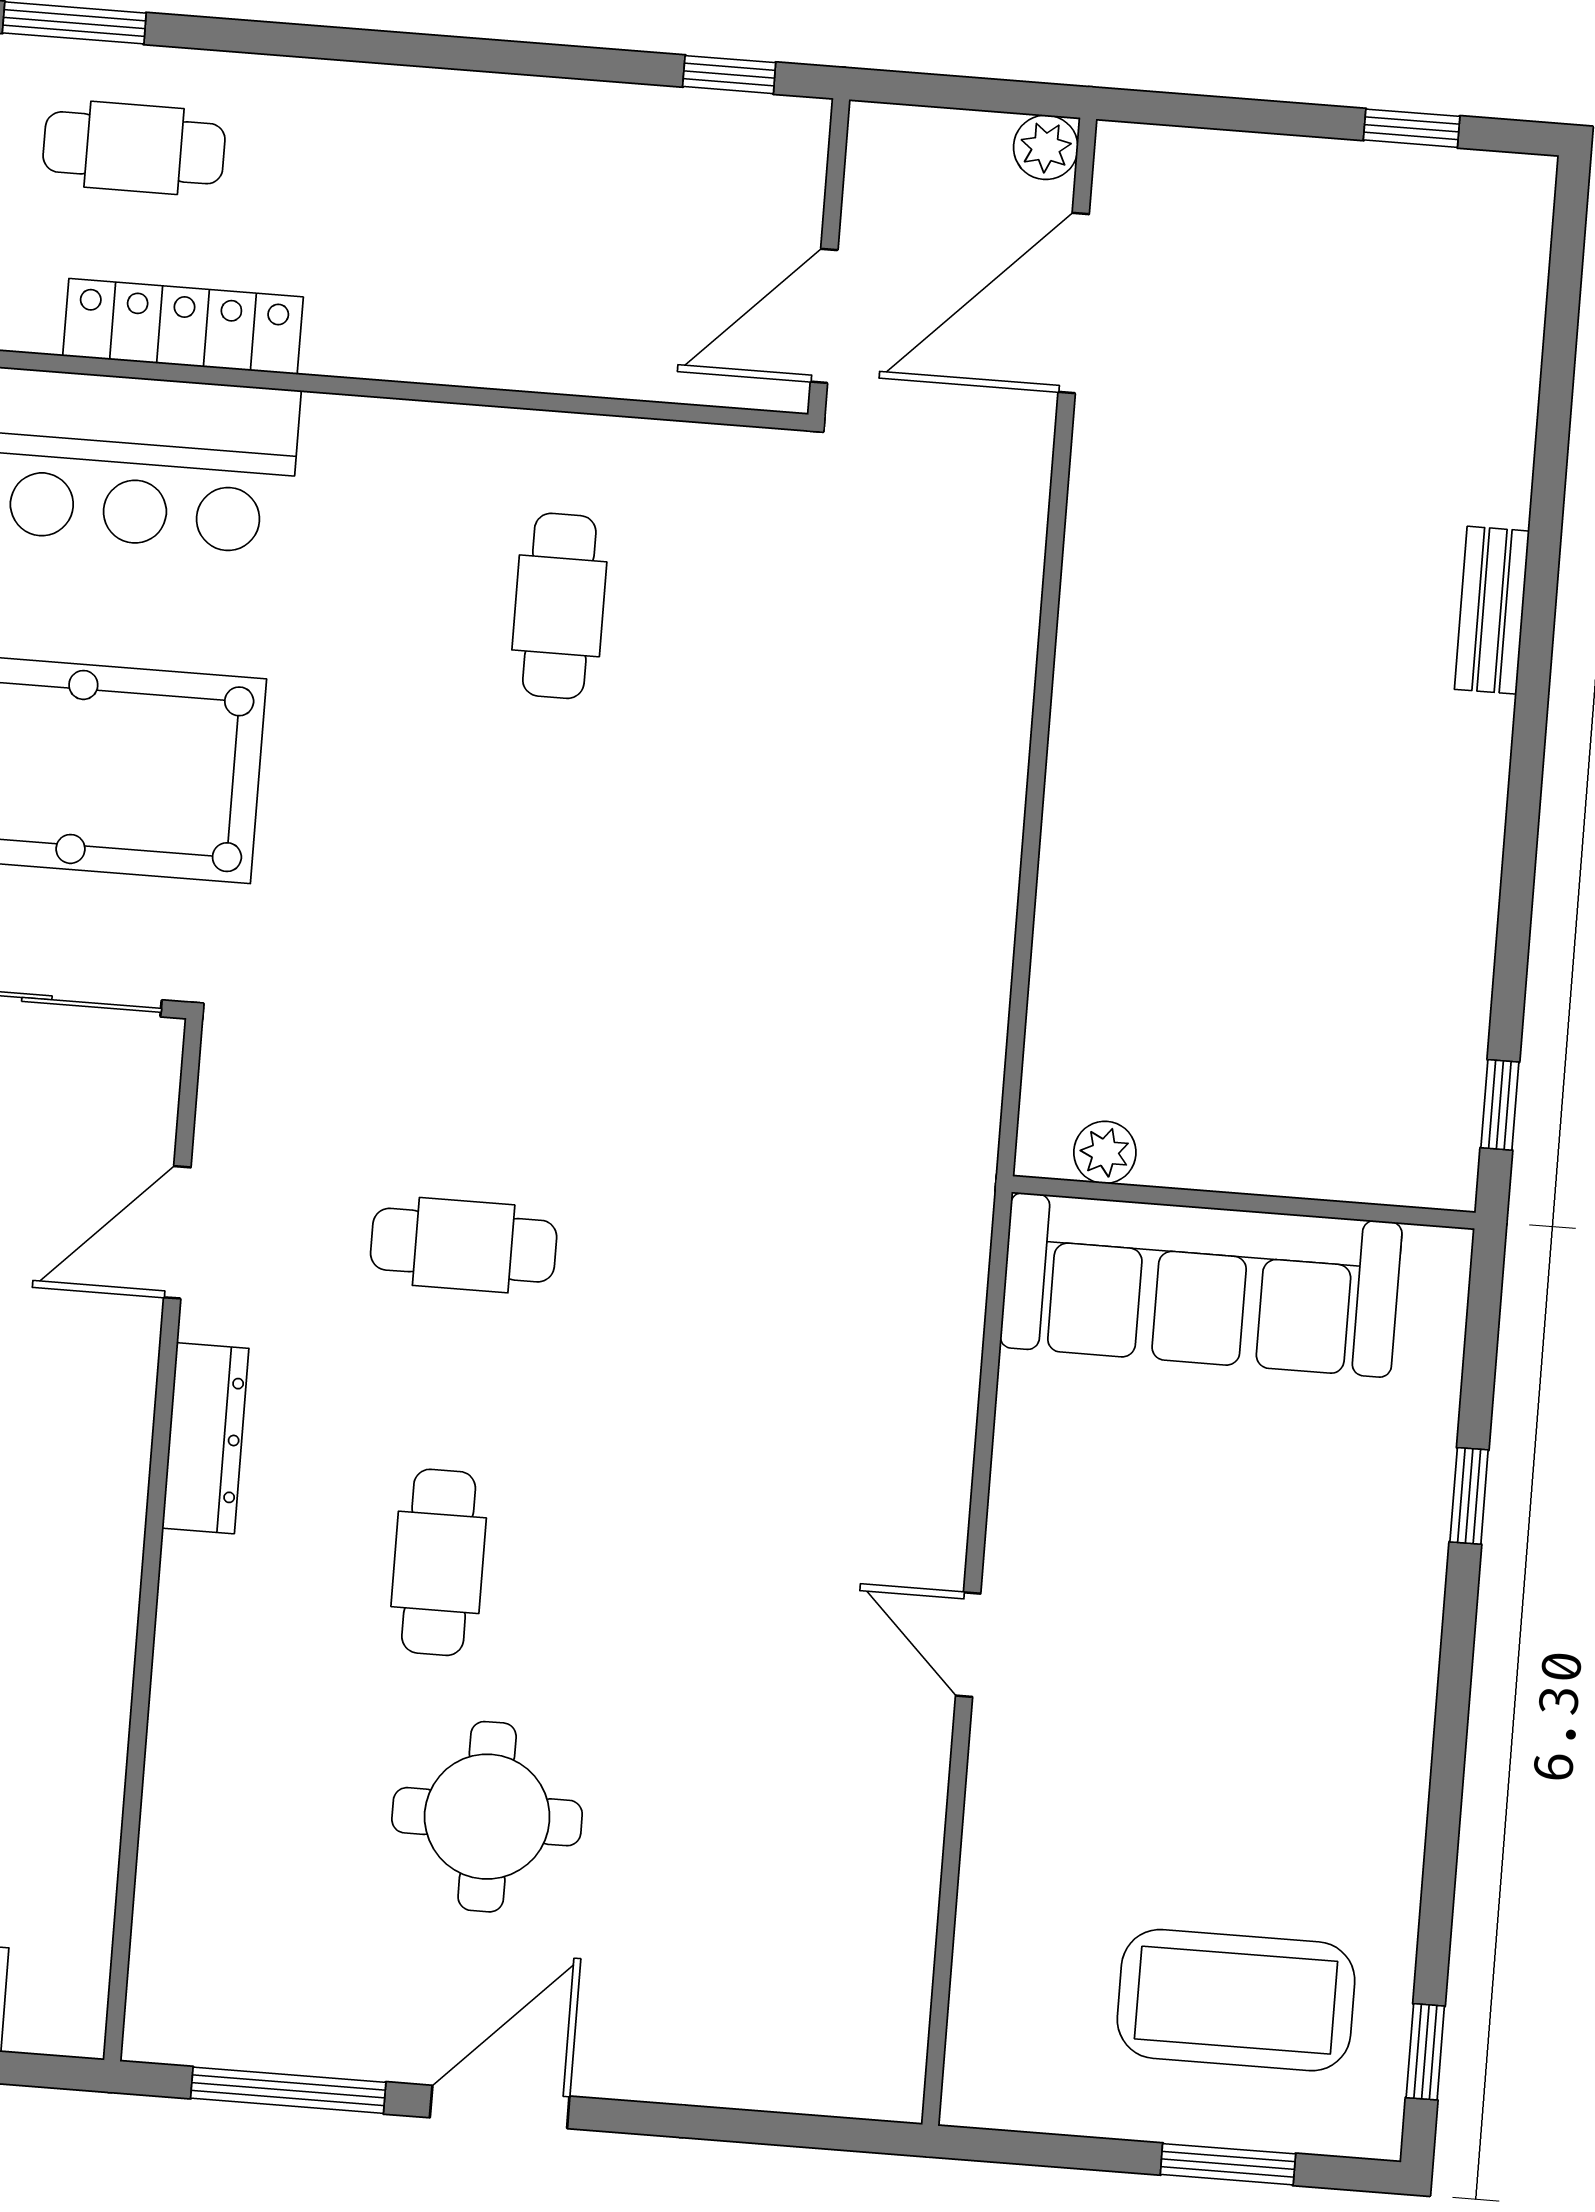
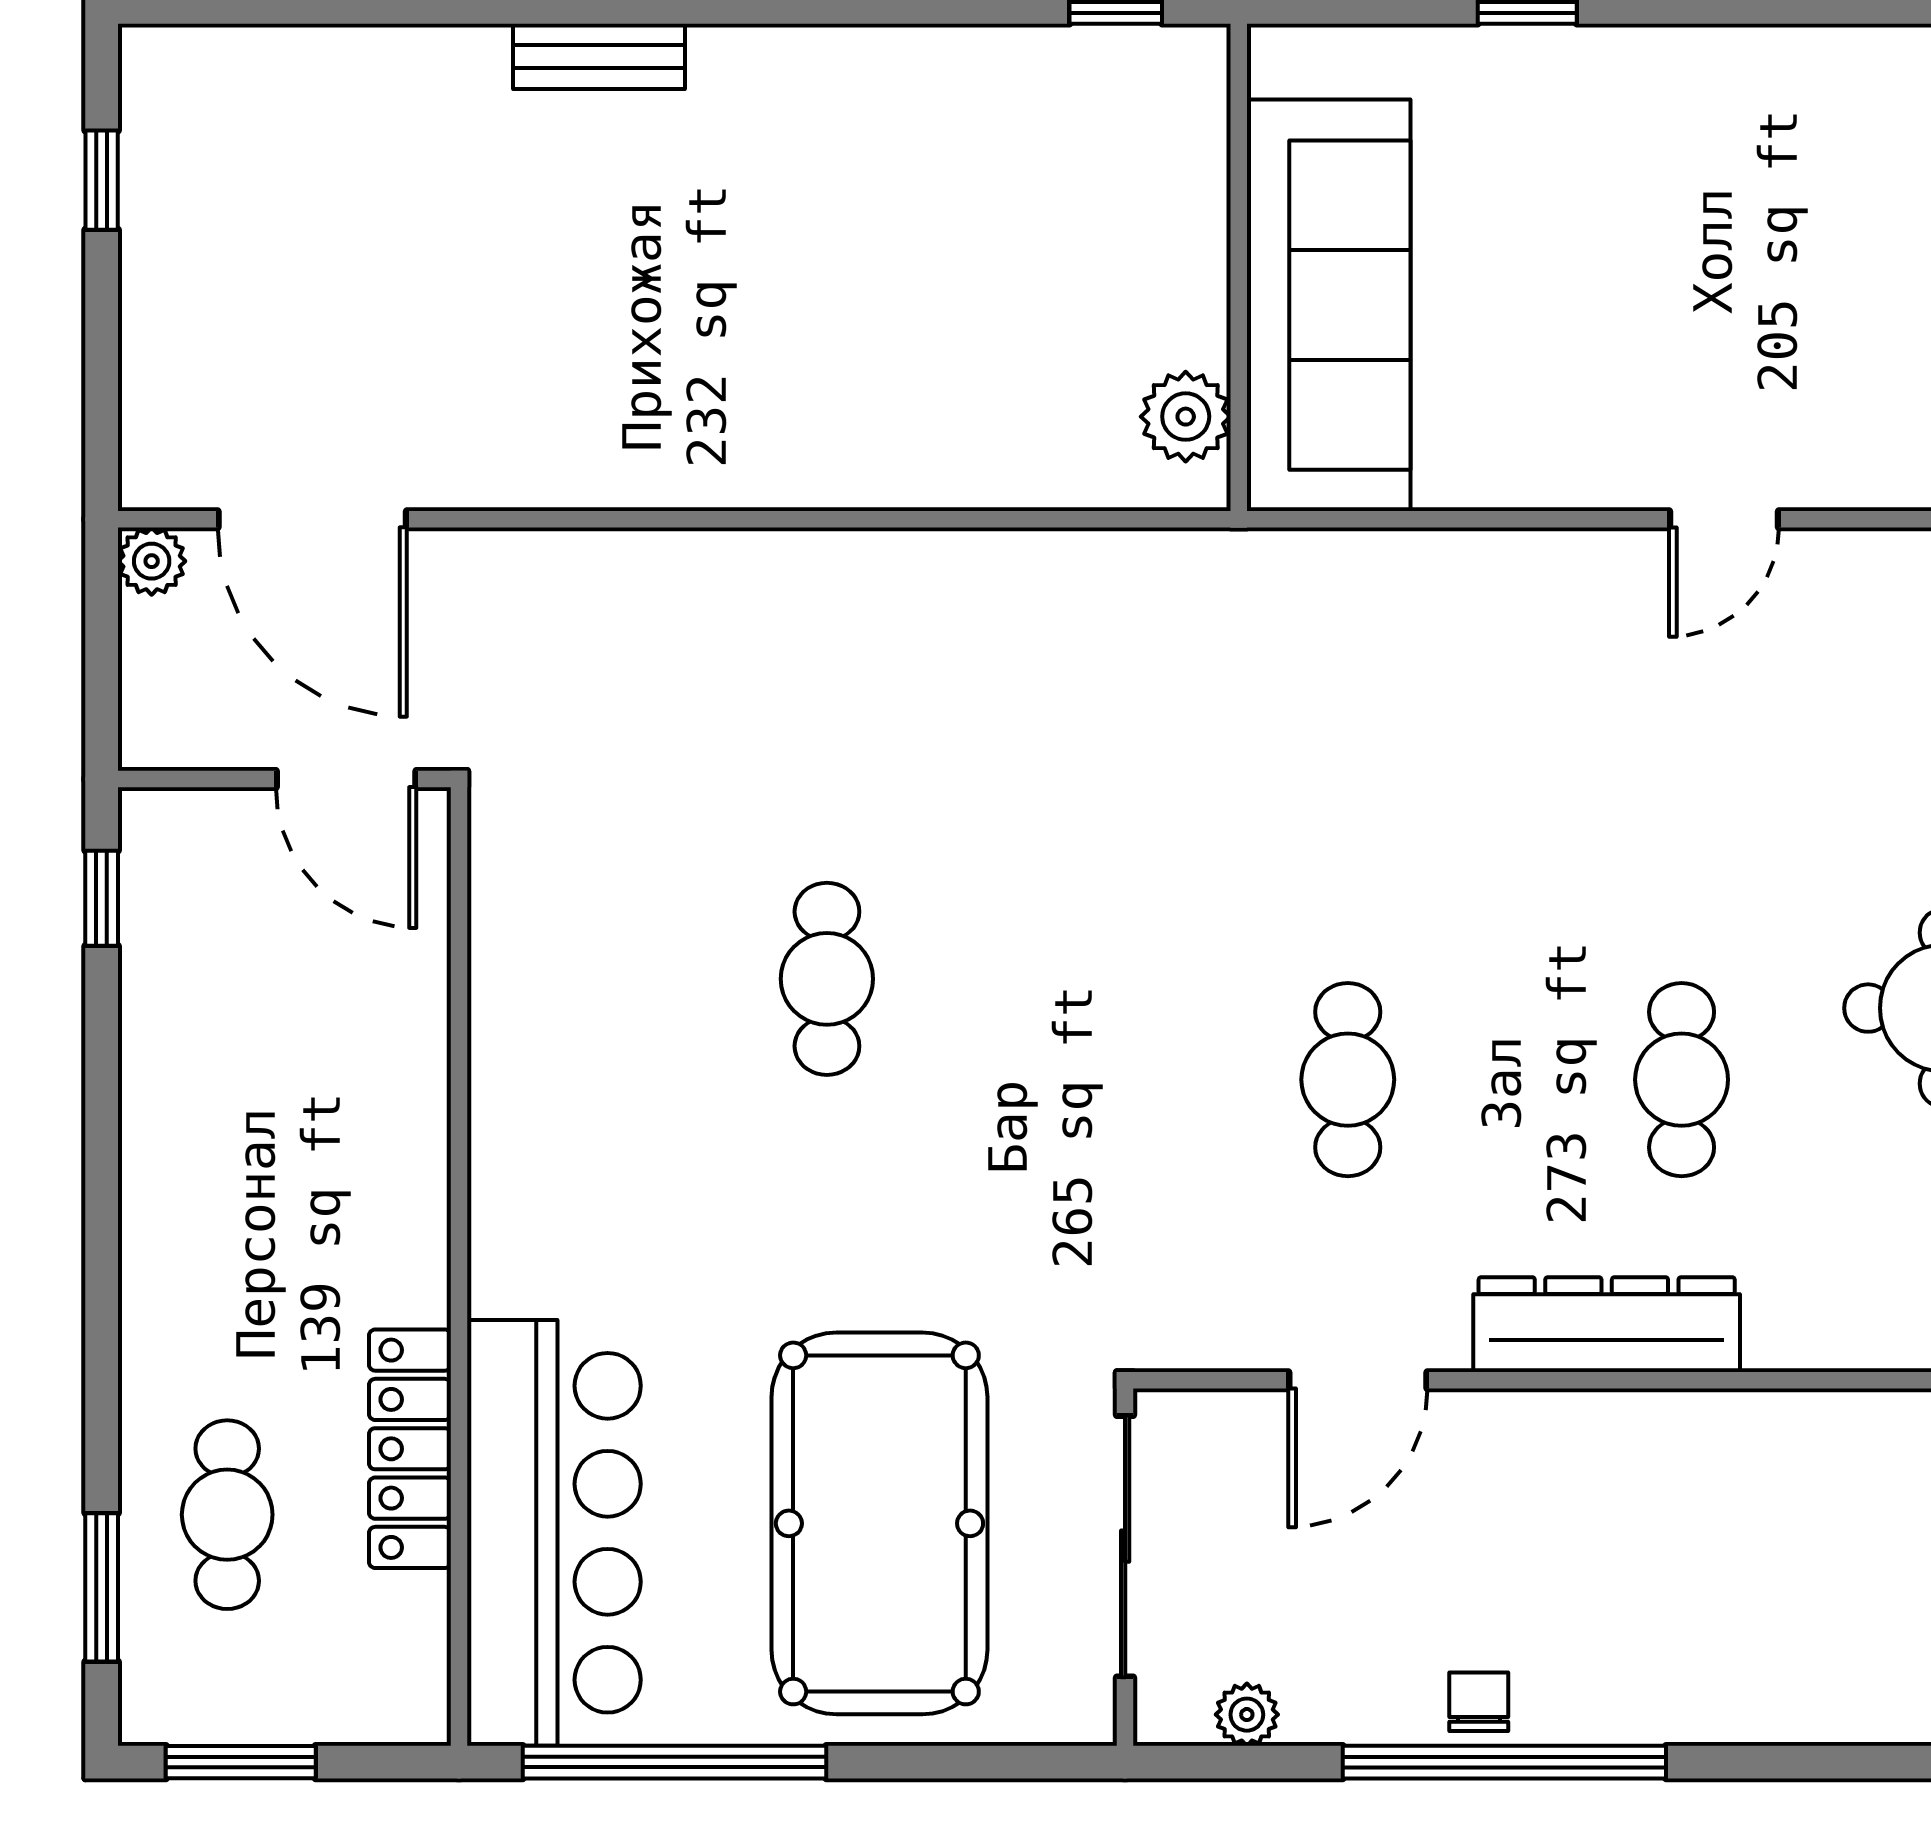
cafe table: (559, 606) -> (827, 979), moved, turned 90
plant: (1105, 1152) -> (1186, 417), width x1.38, depth x1.38
door: (177, 1232) -> (1358, 1380), hinge flipped
dresser: (205, 1438) -> (1607, 1325), width x1.37, depth x1.24
cafe table: (439, 1562) -> (1682, 1080), turned 90

